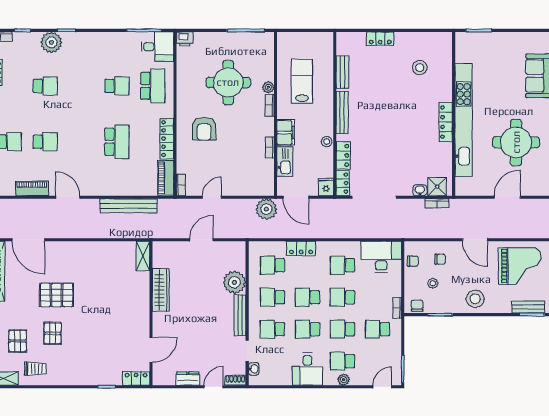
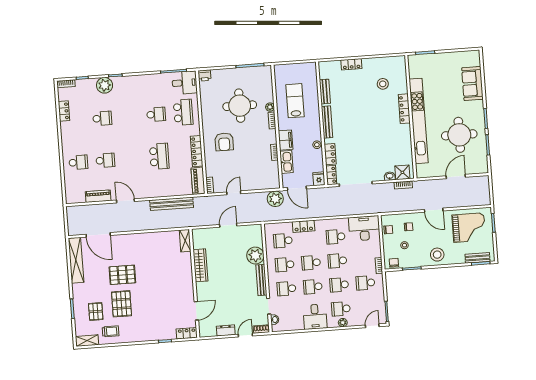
locker: (446, 122) -> (404, 109), moved
pallet: (53, 333) -> (122, 304), width x1.50, depth x1.42

